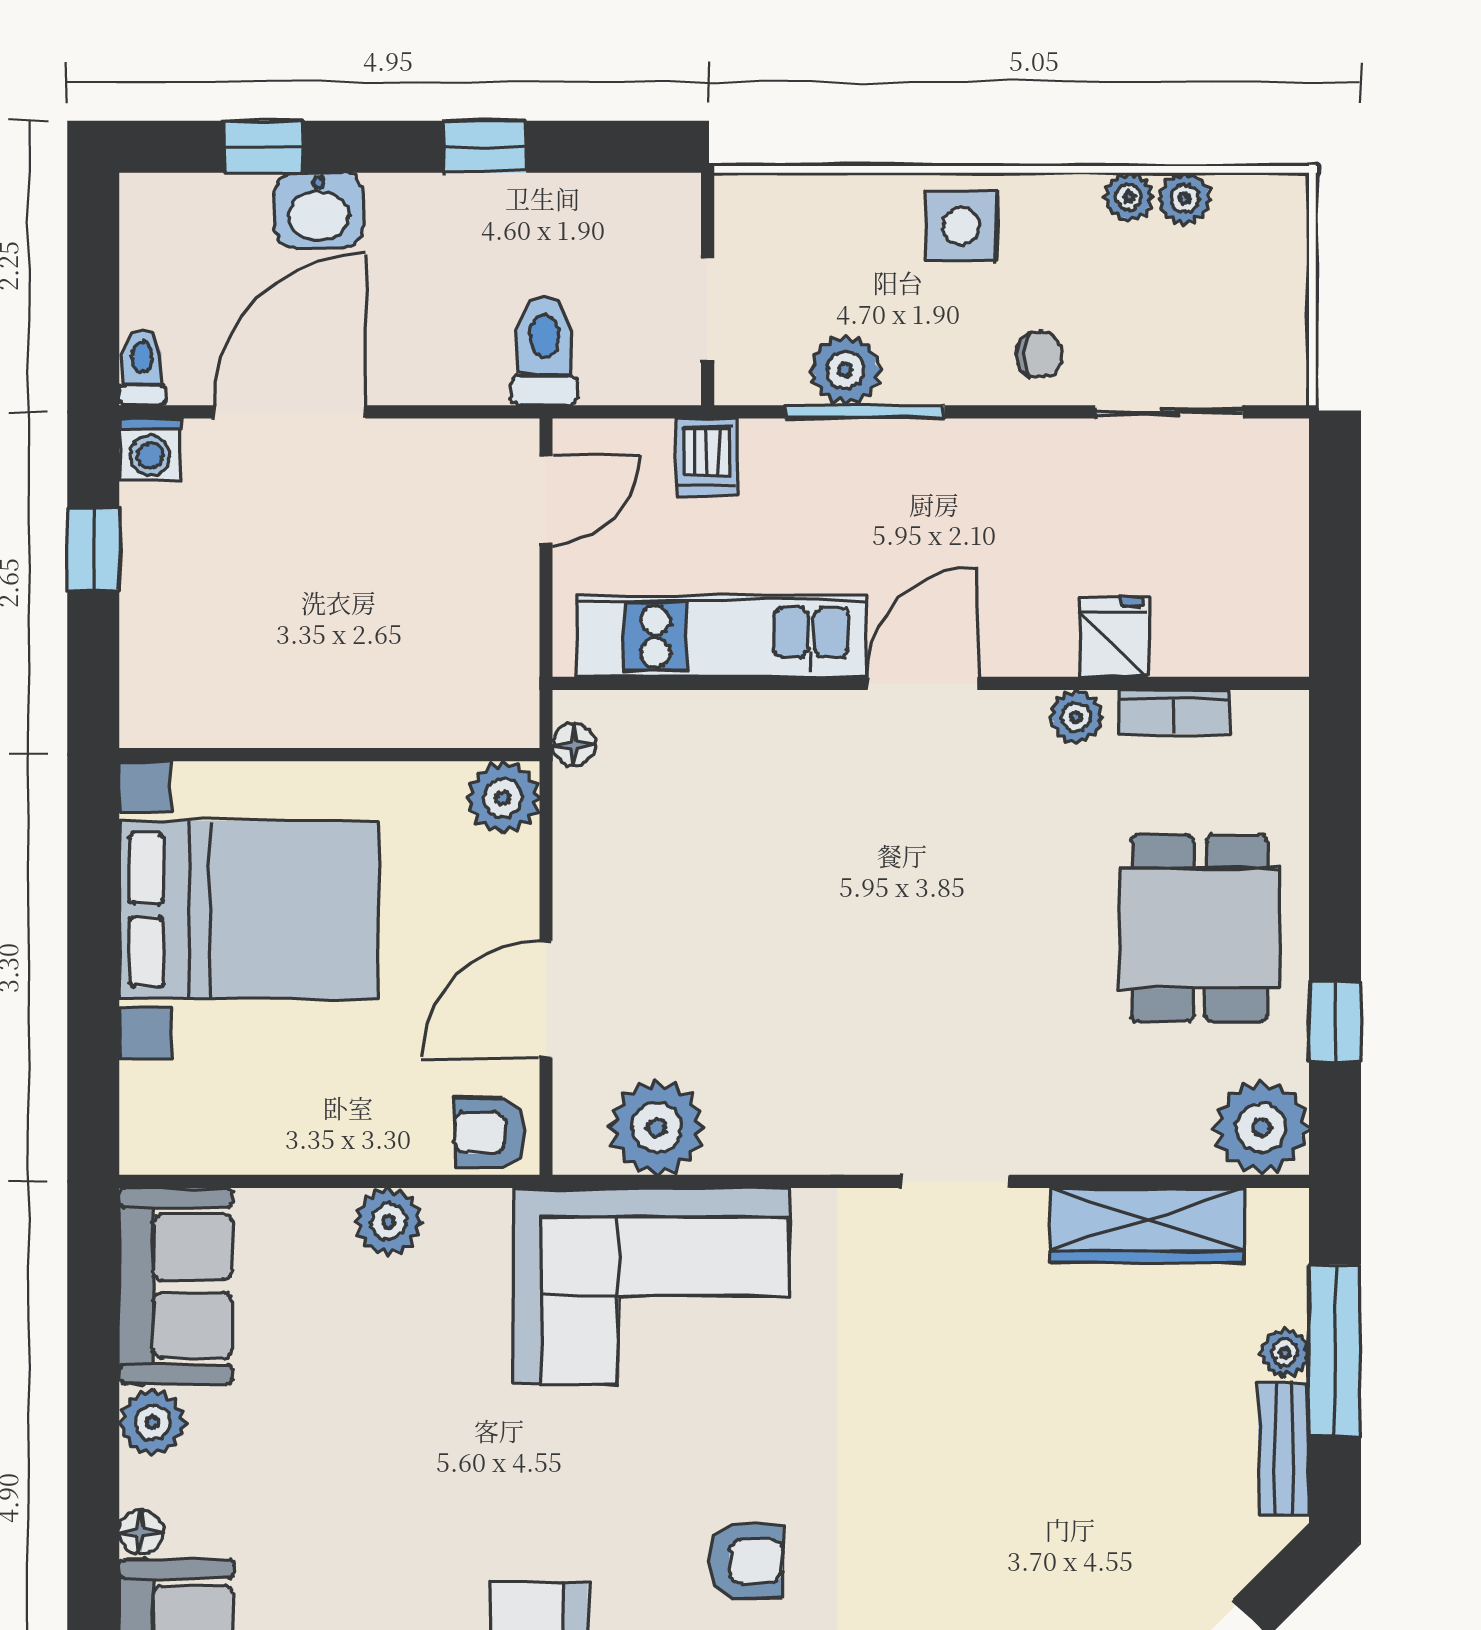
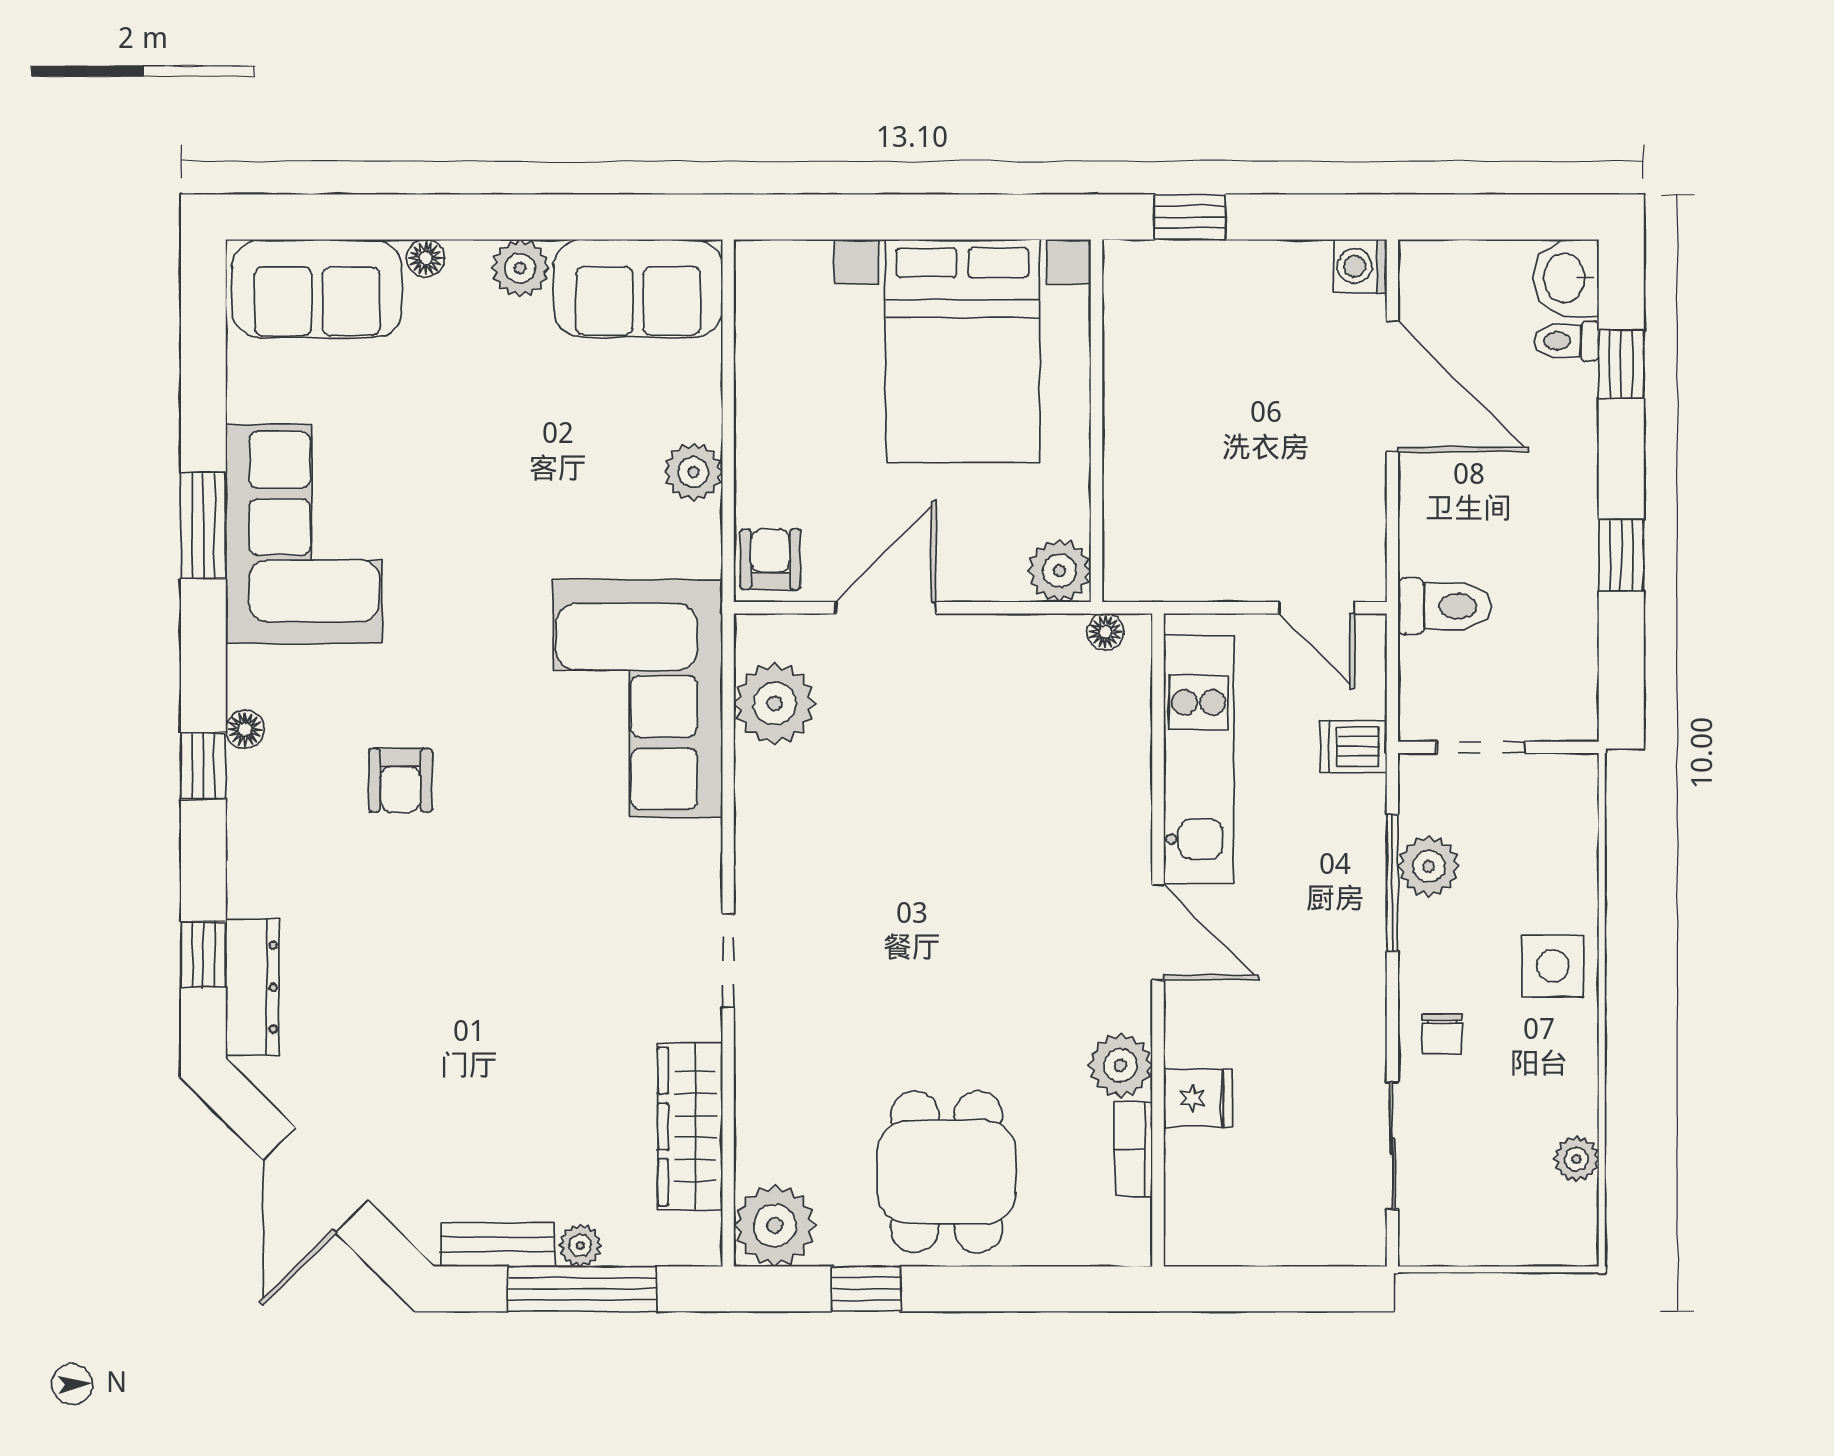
plant: (1129, 197) -> (1578, 1111), removed
washbasin: (318, 210) -> (1566, 278), moved
toilet: (142, 368) -> (1566, 341), moved, turned 180
window: (93, 549) -> (1190, 217), moved
plant: (1076, 717) -> (1120, 1065), width x1.38, depth x1.38
dining table: (1200, 928) -> (947, 1172), turned 90
door: (546, 999) -> (885, 608), hinge flipped

